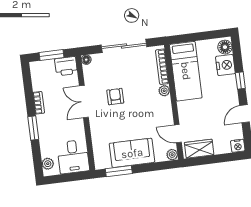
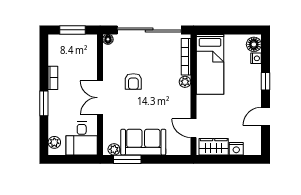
sliding door: (124, 46) -> (149, 30), width x1.36
nightstand: (225, 65) -> (256, 58), width x0.53, depth x0.56
printer: (66, 66) -> (86, 43), removed
armchair: (115, 97) -> (133, 81), turned 180
double door: (84, 102) -> (100, 98), moved
nightstand: (238, 146) -> (236, 149), moved
plant: (172, 155) -> (114, 149), moved

